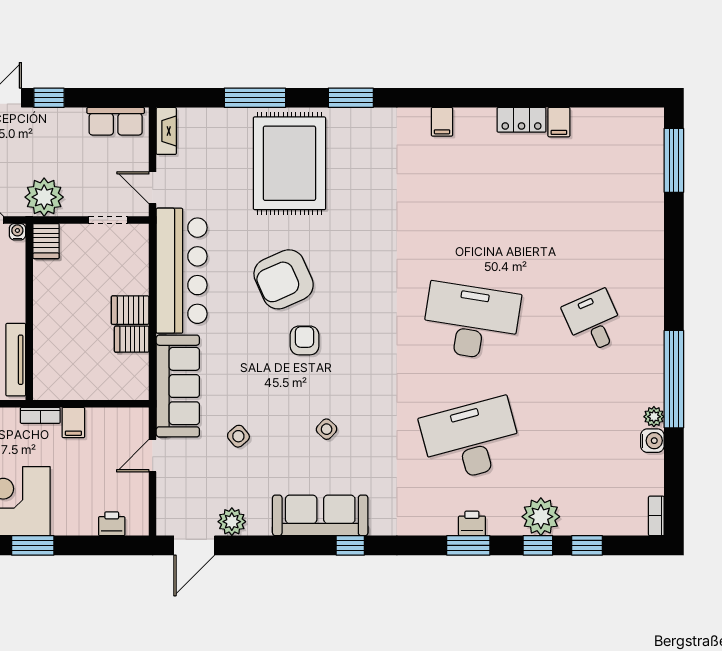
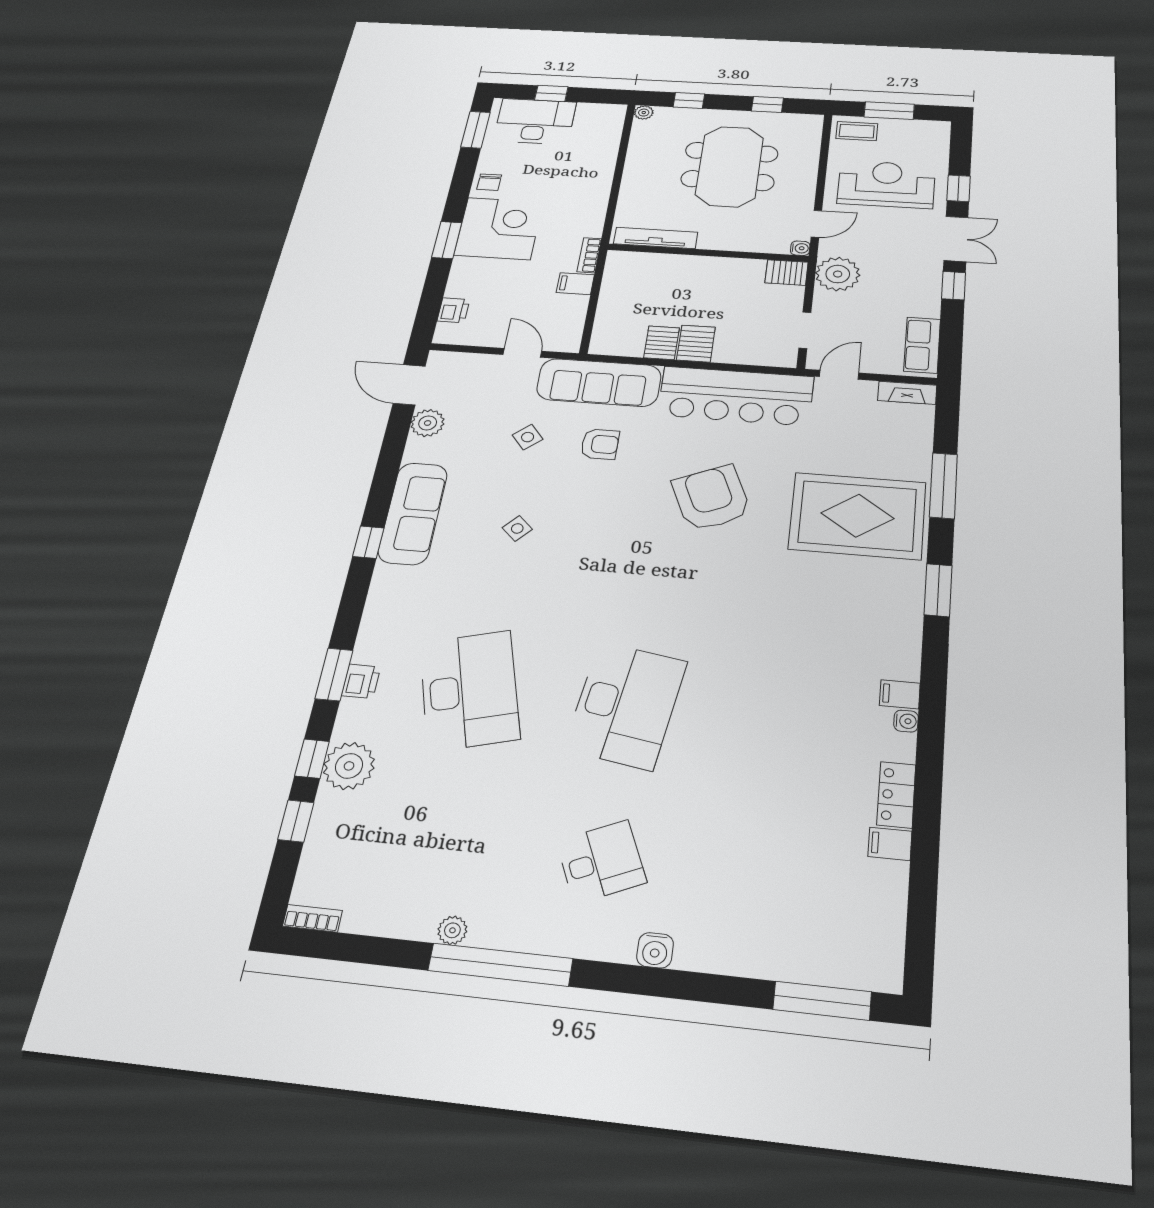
water cooler: (463, 116) -> (906, 721), added
armchair: (304, 340) -> (600, 444), moved
water cooler: (652, 441) -> (655, 950), moved

